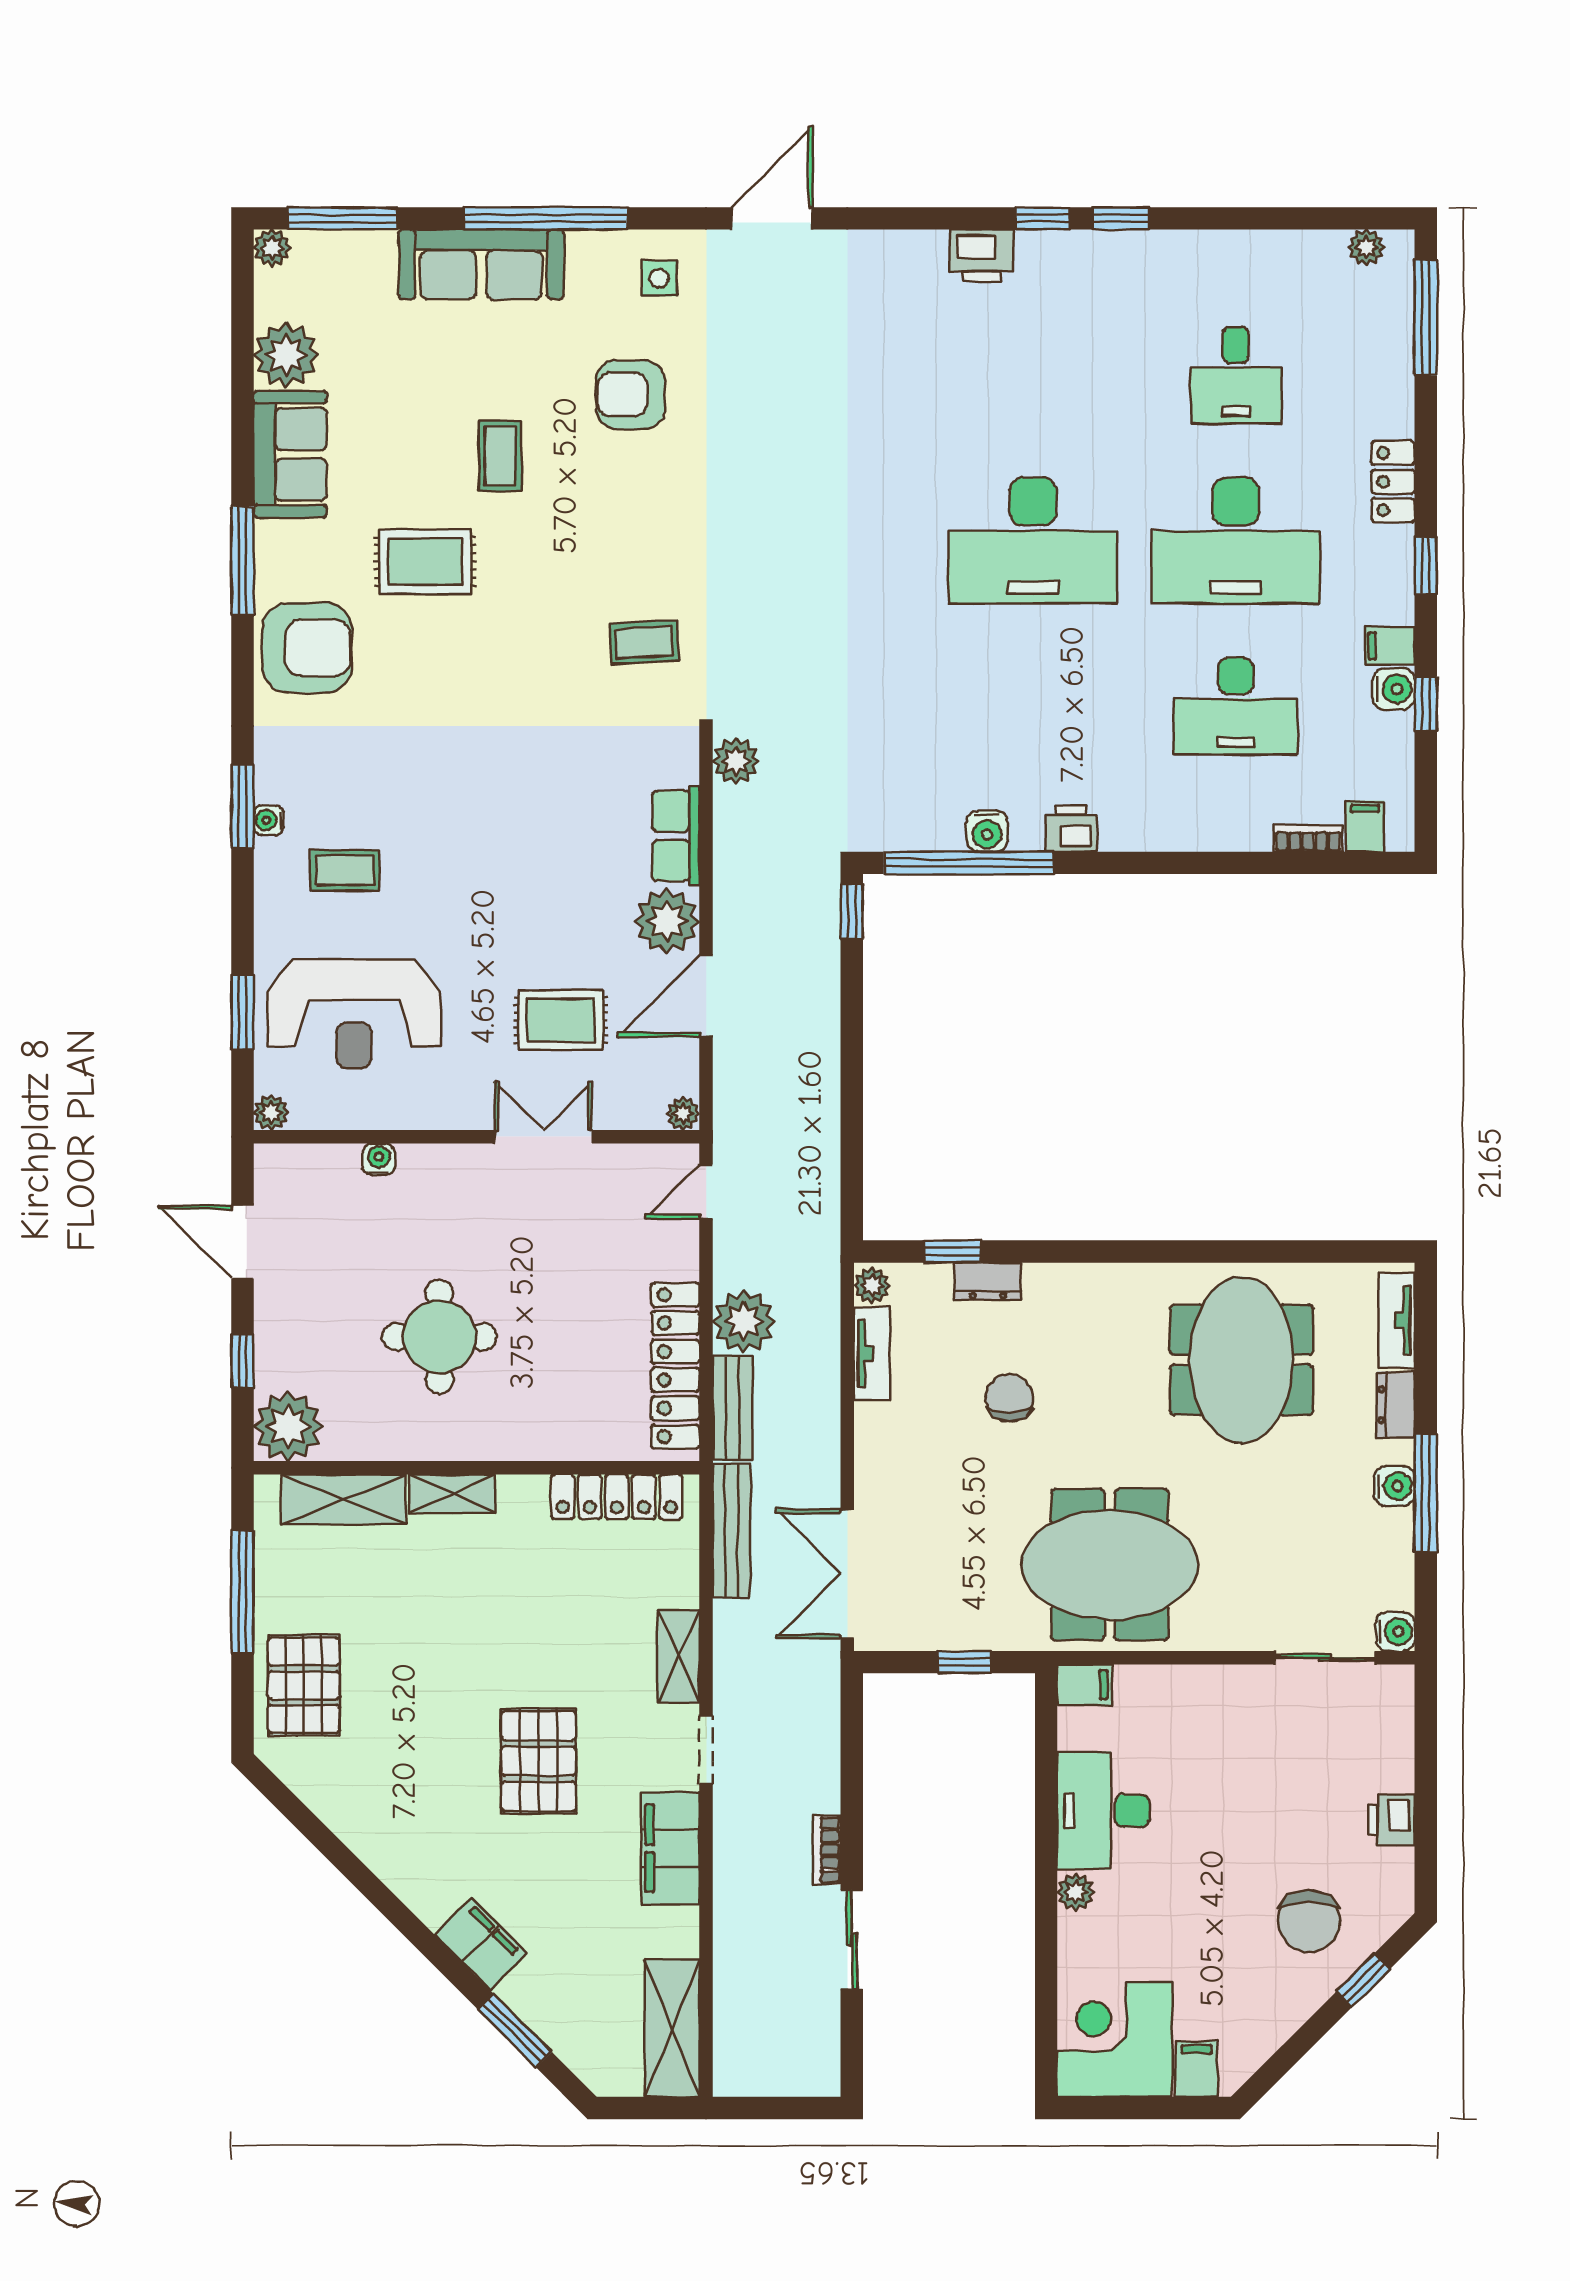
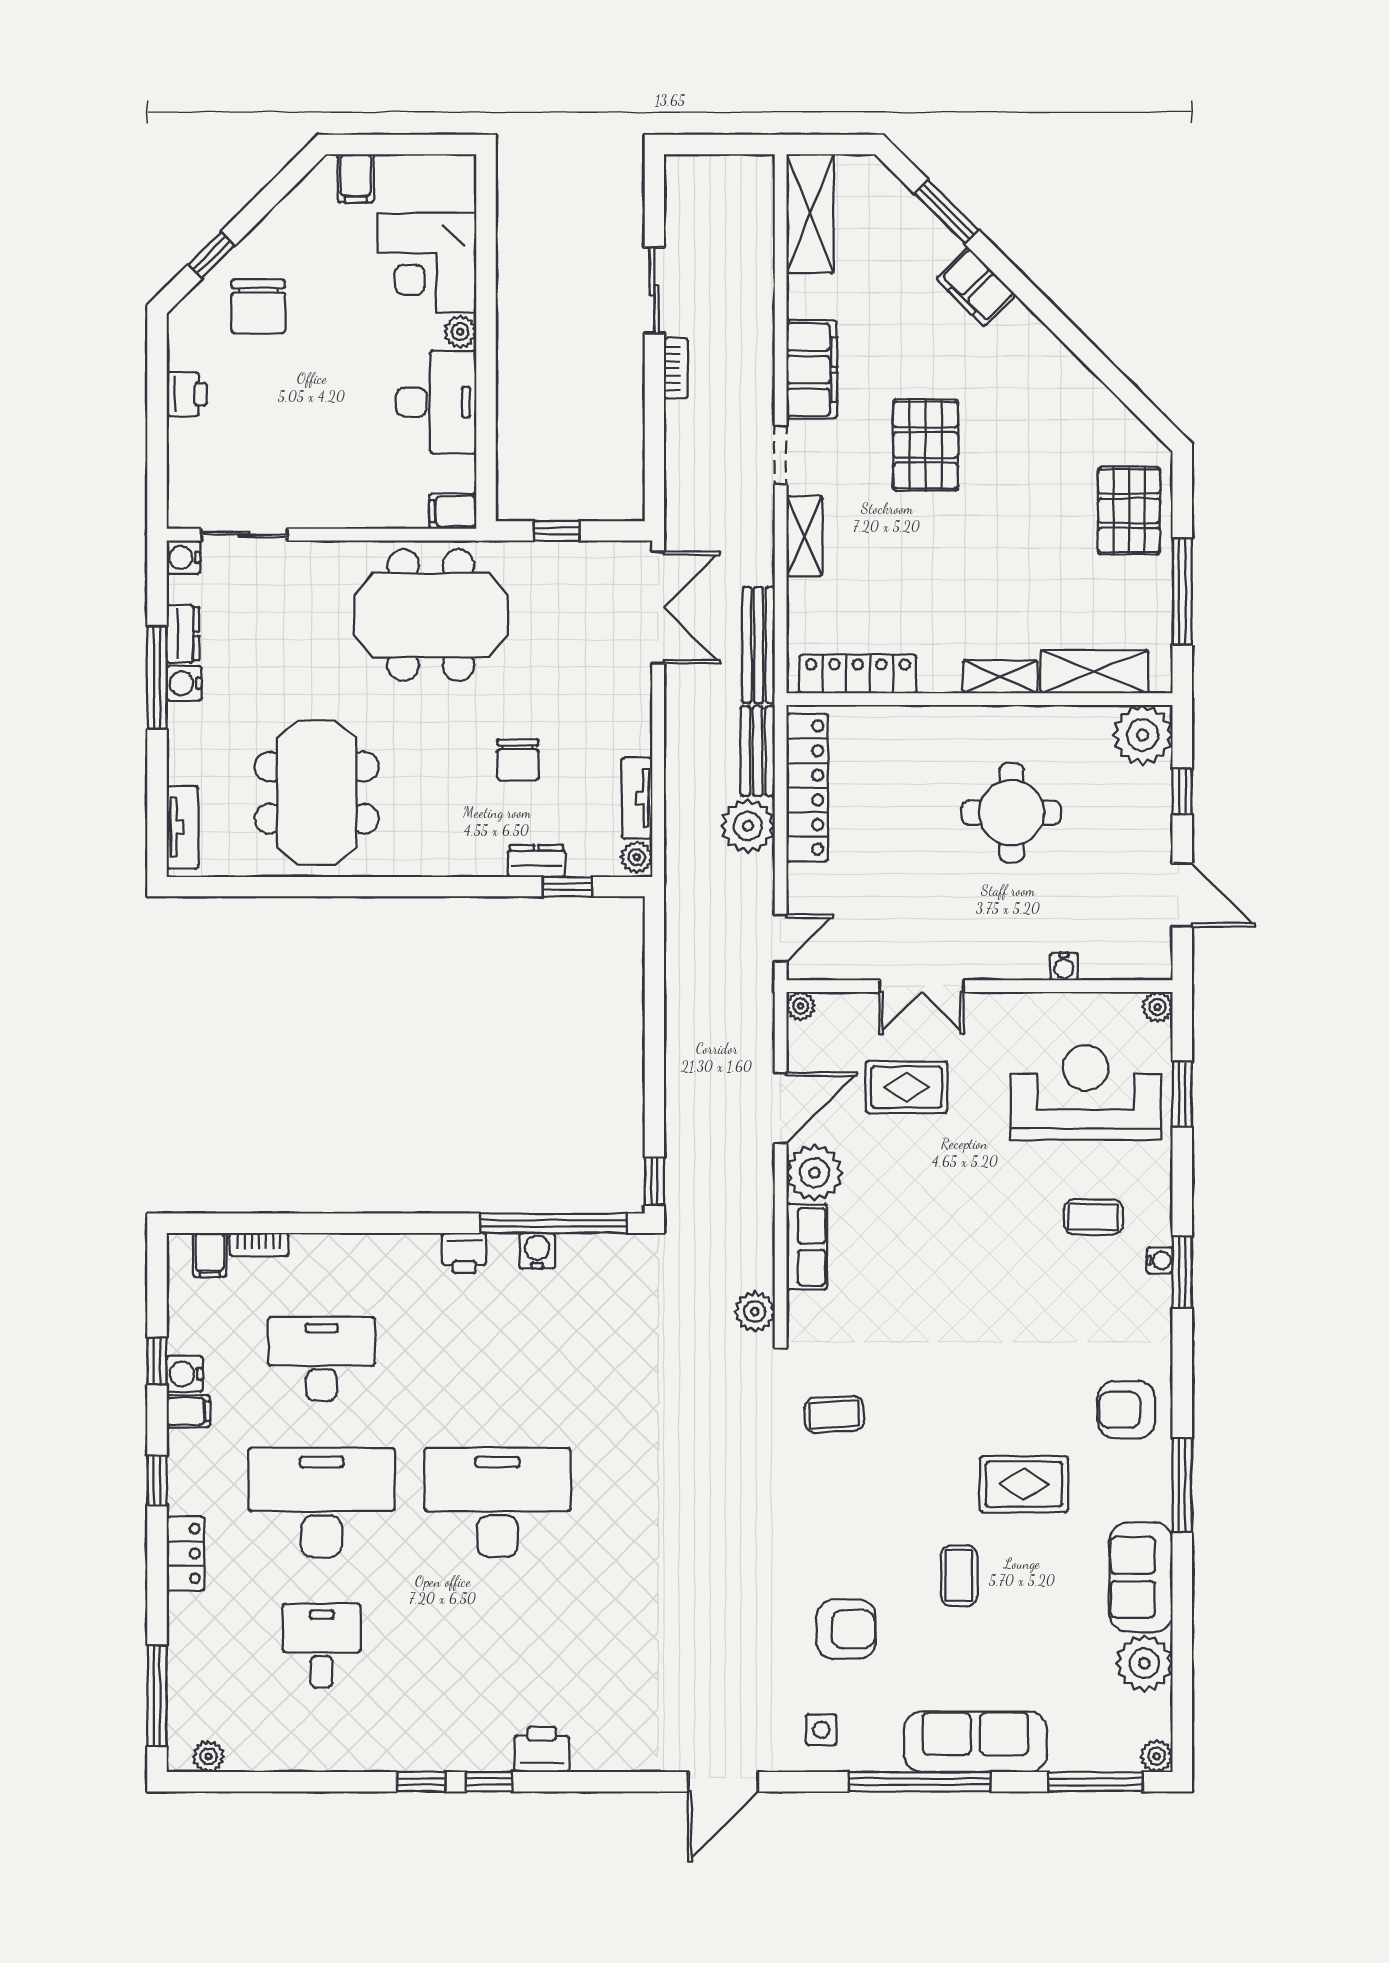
armchair: (307, 648) -> (1126, 1410), width x0.73, depth x0.73
dresser: (1396, 1405) -> (183, 634), moved
chair: (1309, 1921) -> (258, 307), turned 180
corner desk: (1114, 2040) -> (427, 263), moved, turned 90

